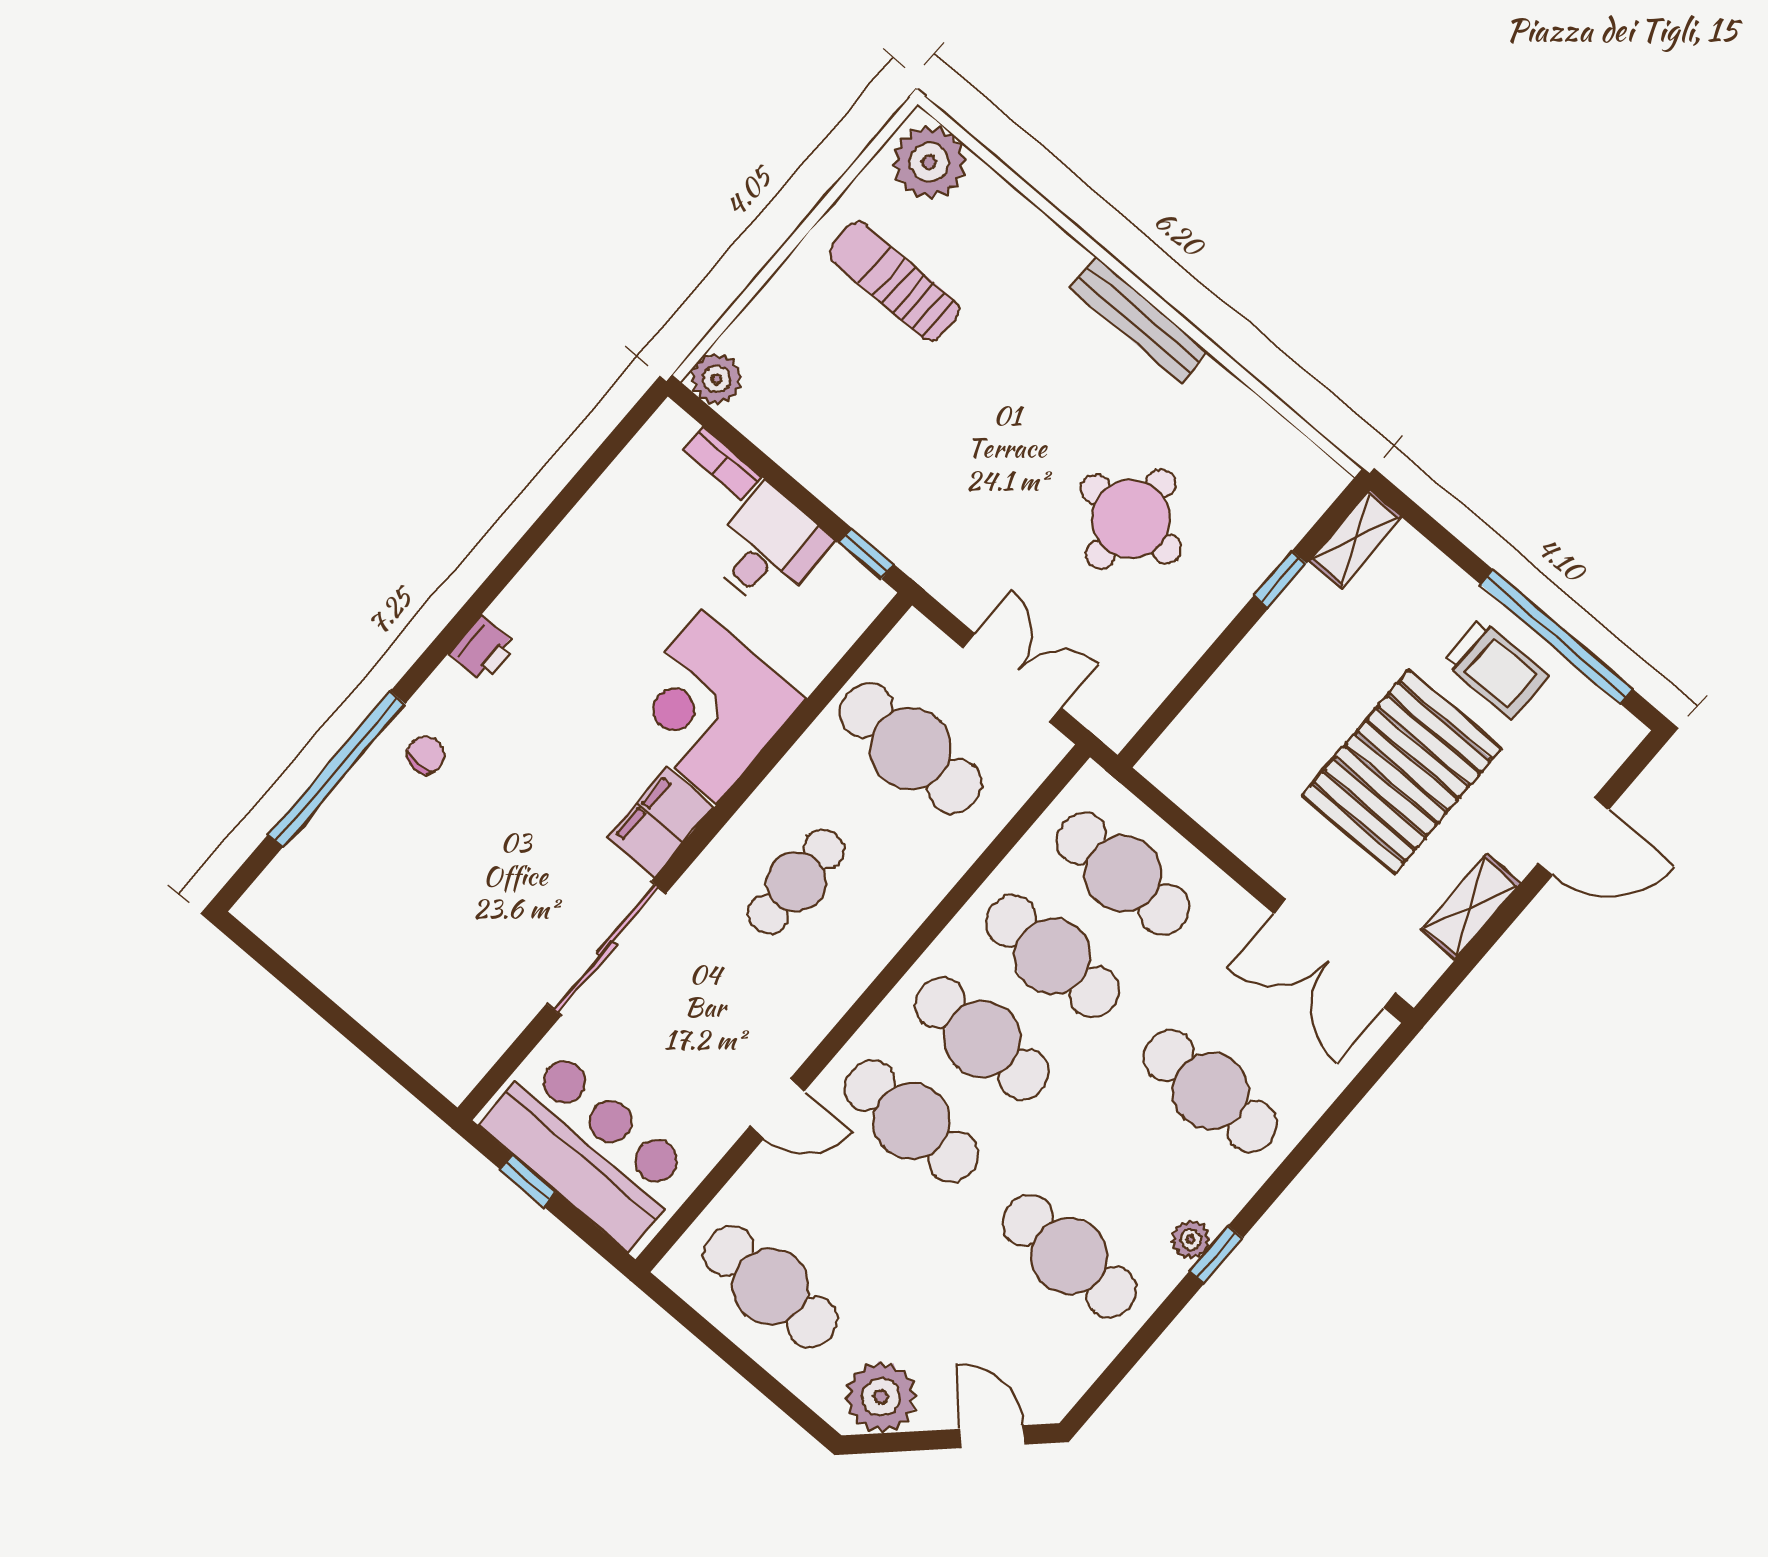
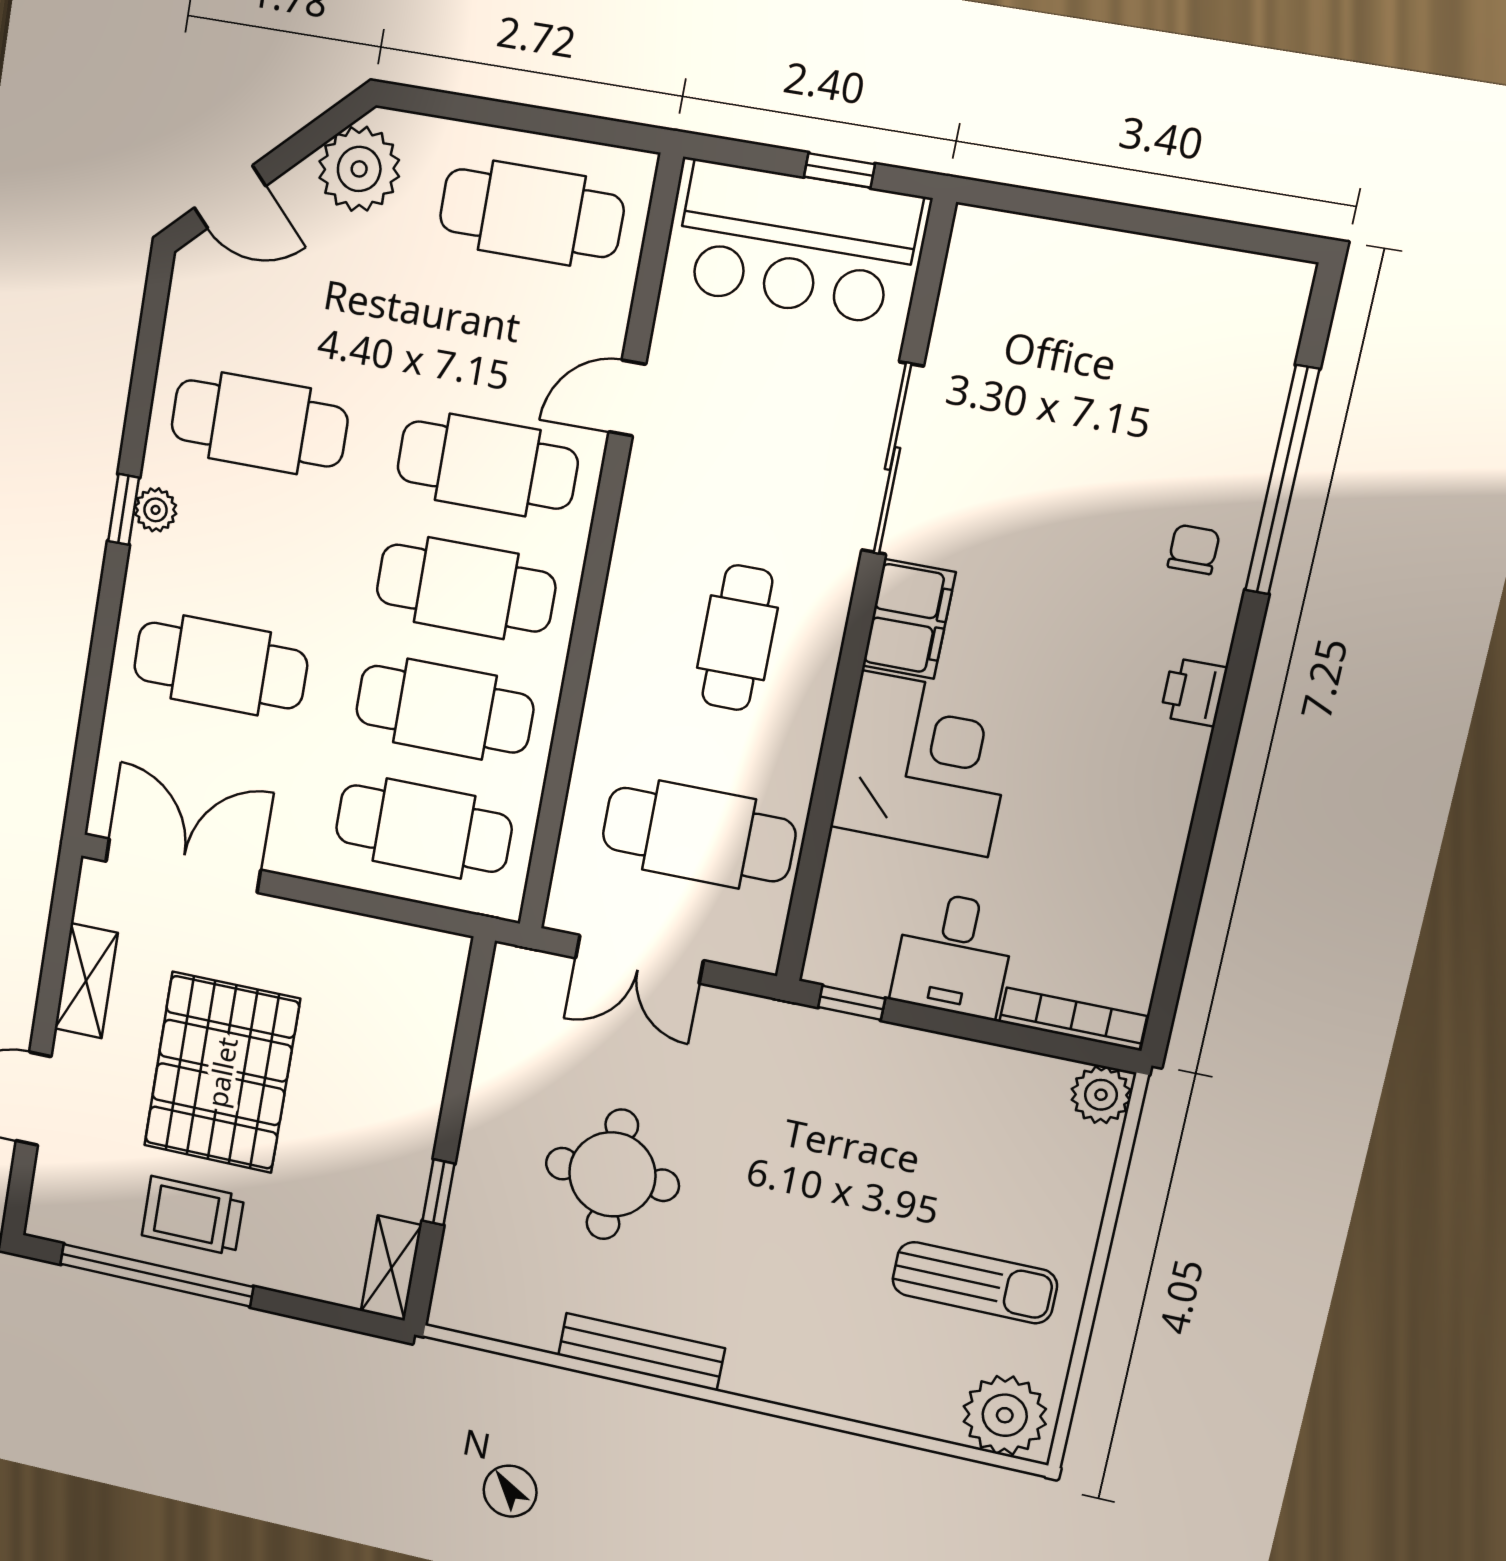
bench: (1139, 320) -> (641, 1352), moved
bookcase: (722, 464) -> (1073, 1019), width x1.56
chair: (426, 755) -> (1194, 549), turned 180

